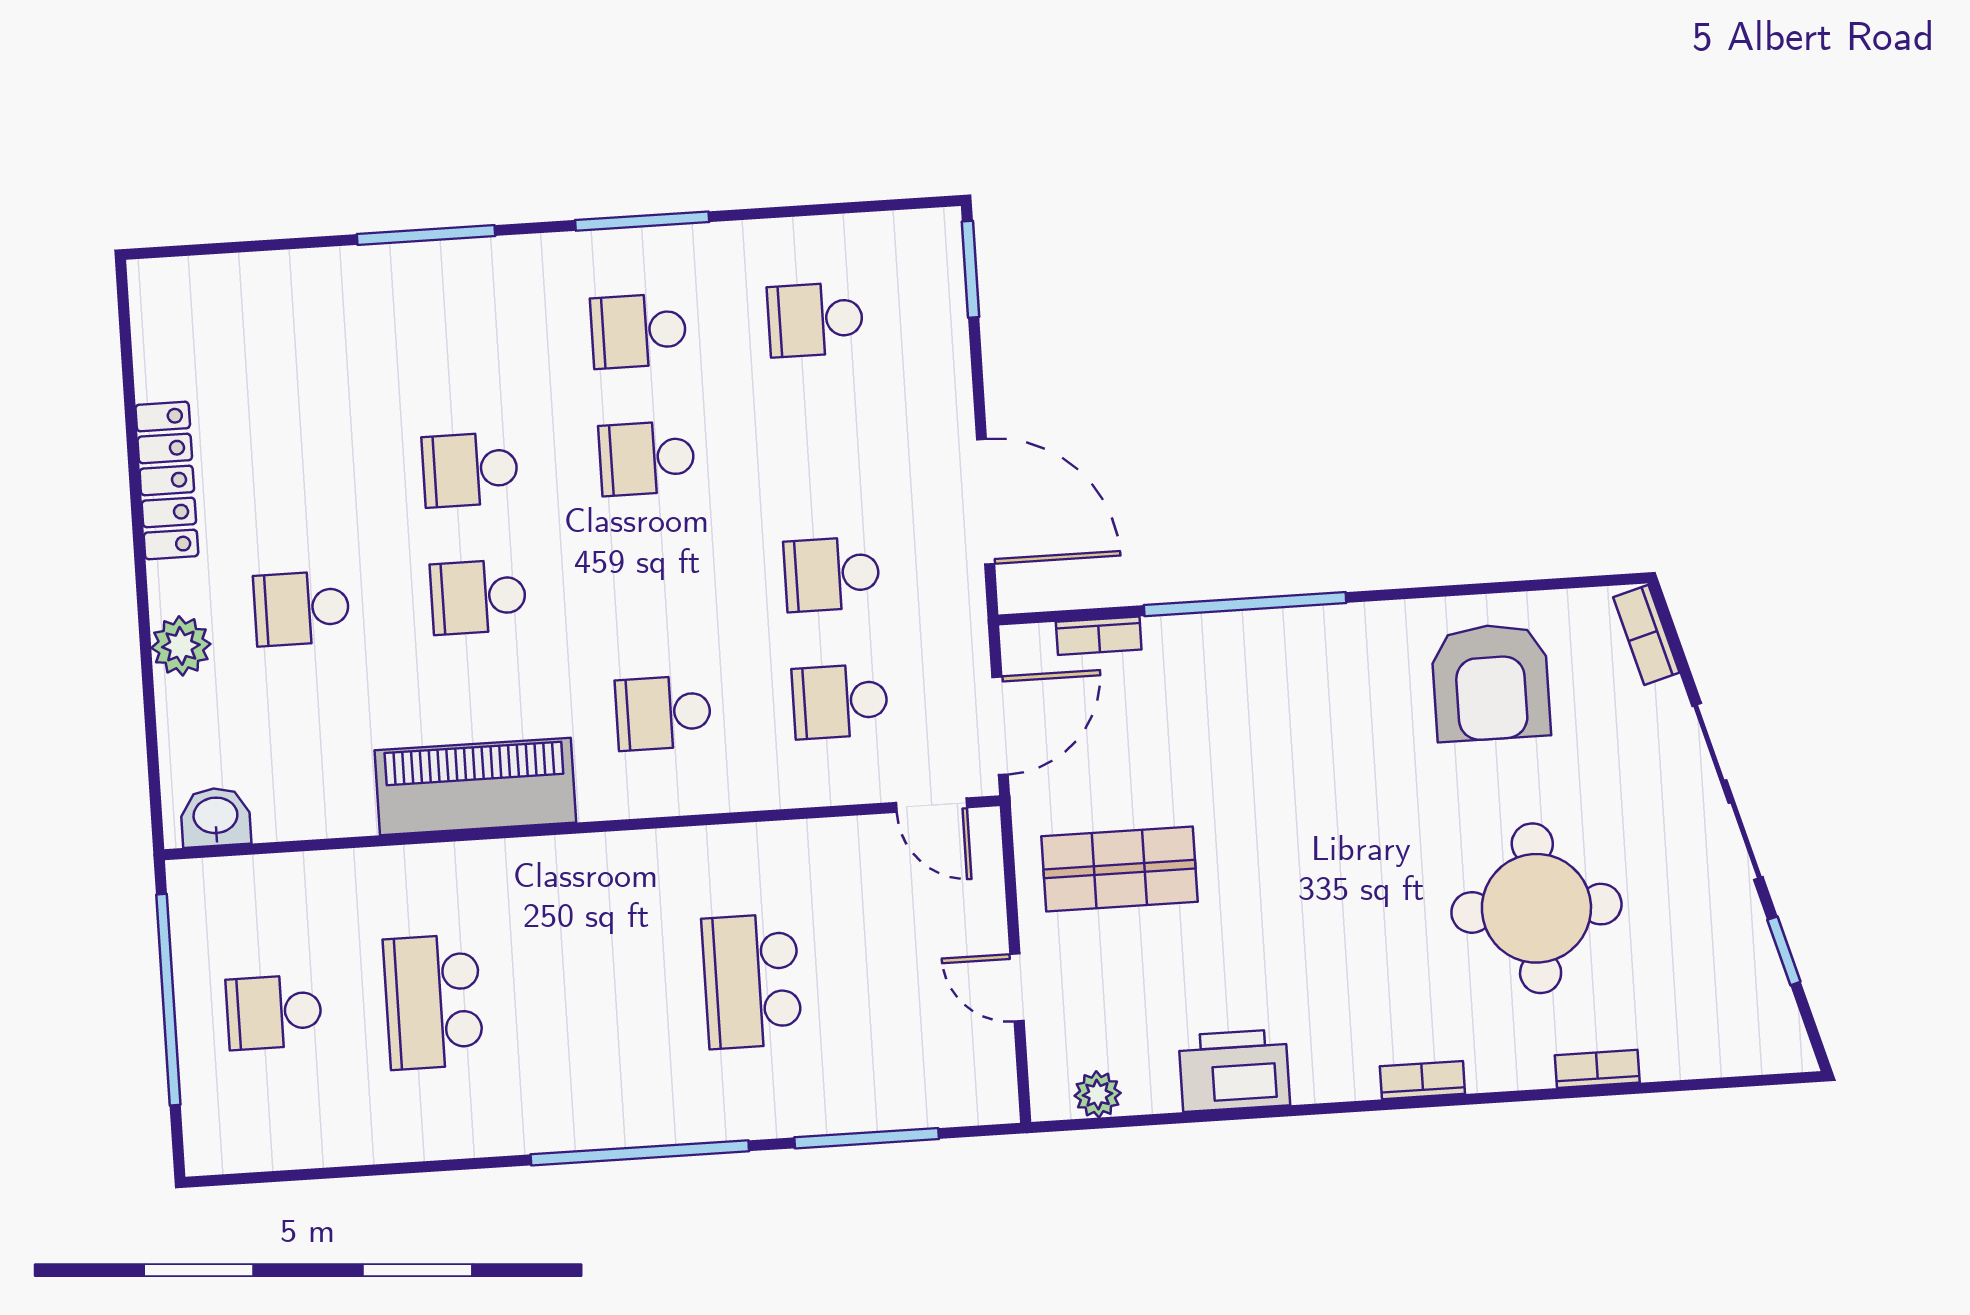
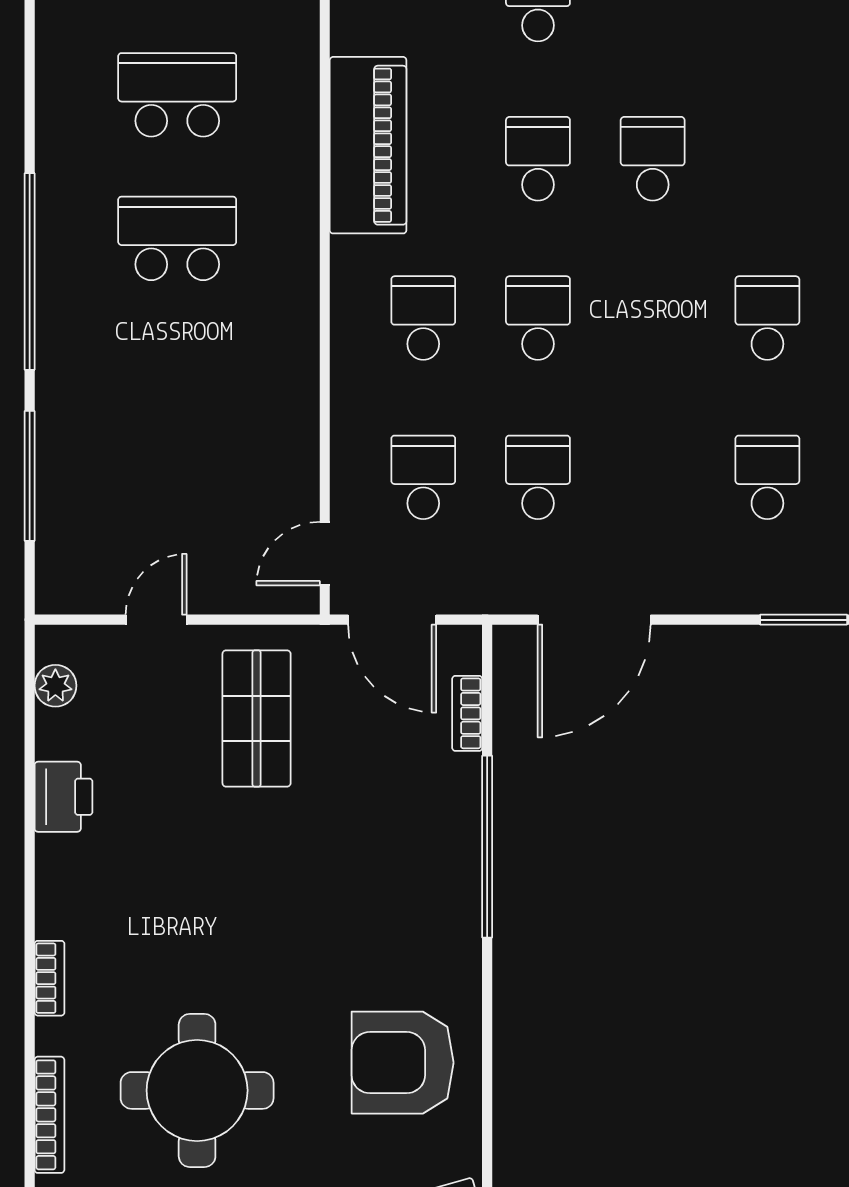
school desk: (647, 458) -> (538, 318), moved
school desk: (752, 981) -> (177, 238), moved
bookcase: (1597, 1069) -> (49, 1115), width x1.56
printer: (1234, 1070) -> (63, 797), width x0.73, depth x0.84

